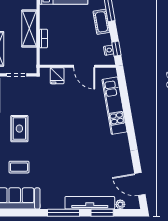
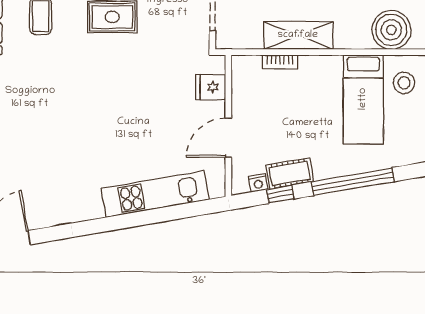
cot: (101, 22) -> (290, 173), moved
window: (116, 49) -> (280, 194), moved

